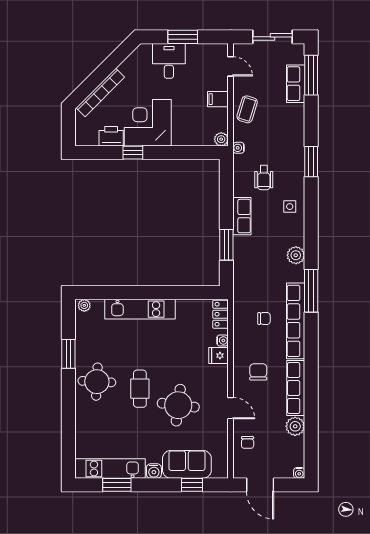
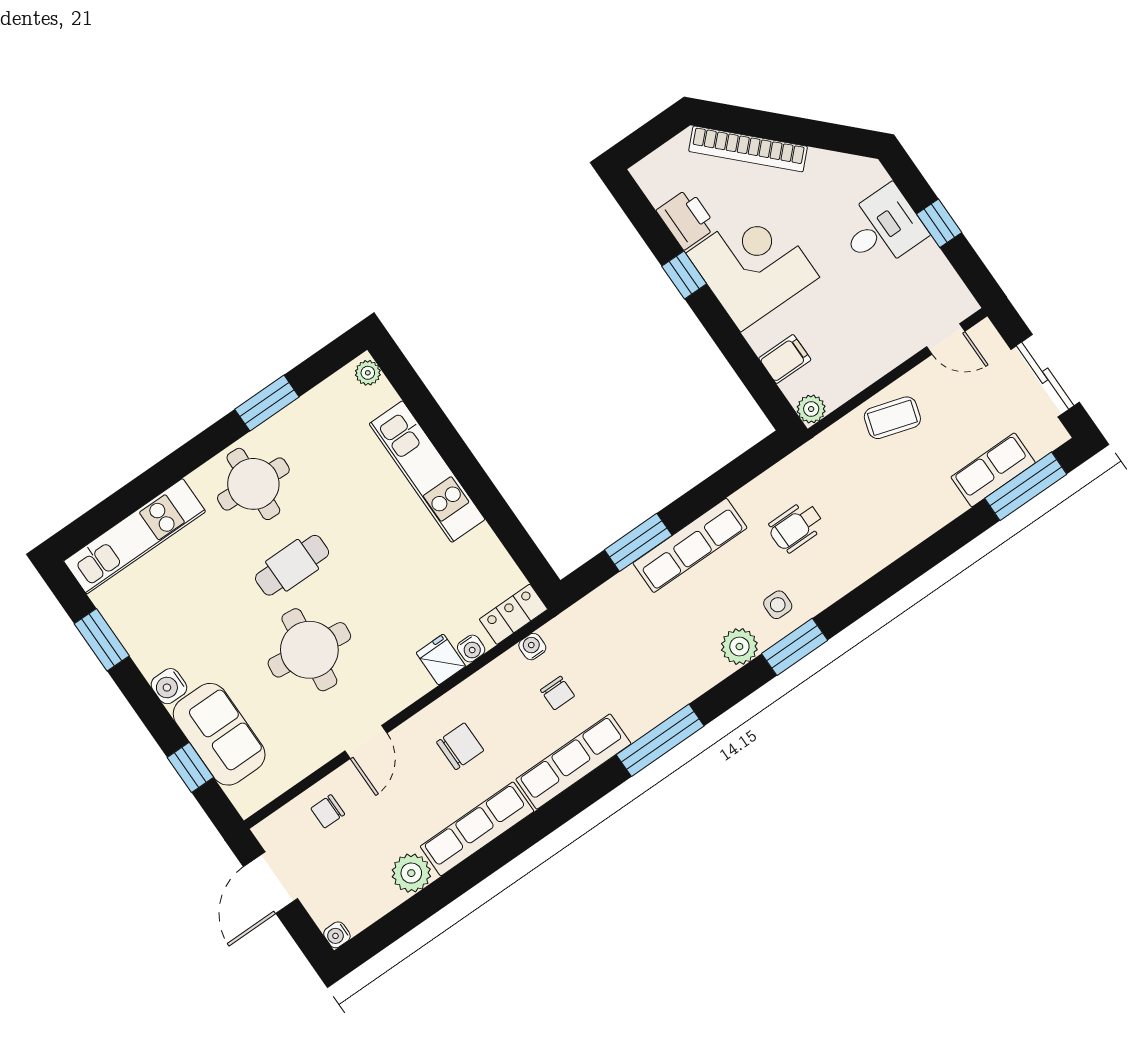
window: (183, 37) -> (939, 223), width x0.67
door: (231, 66) -> (946, 339), hinge flipped
filing cabinet: (218, 99) -> (785, 359), moved, turned 90
water cooler: (239, 148) -> (532, 647), moved
window: (311, 162) -> (795, 647), moved
row of seats: (242, 216) -> (690, 545), width x1.48
plant: (296, 255) -> (739, 647), moved
row of seats: (296, 321) -> (573, 762), width x0.73
kitchen unit: (110, 469) -> (135, 536), moved, turned 90

